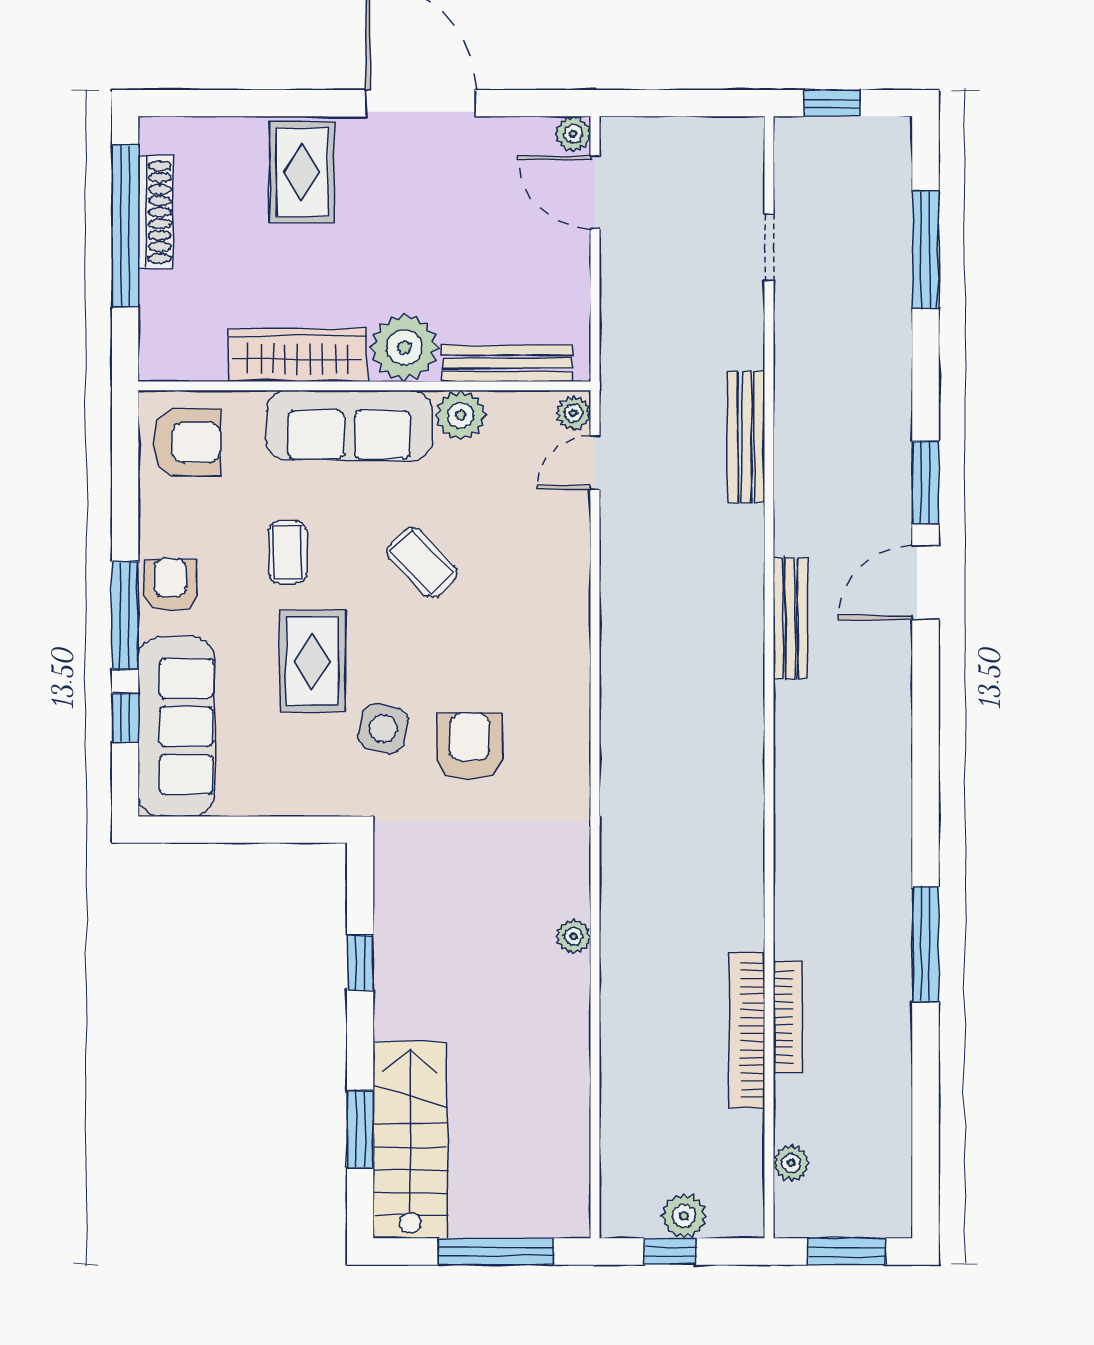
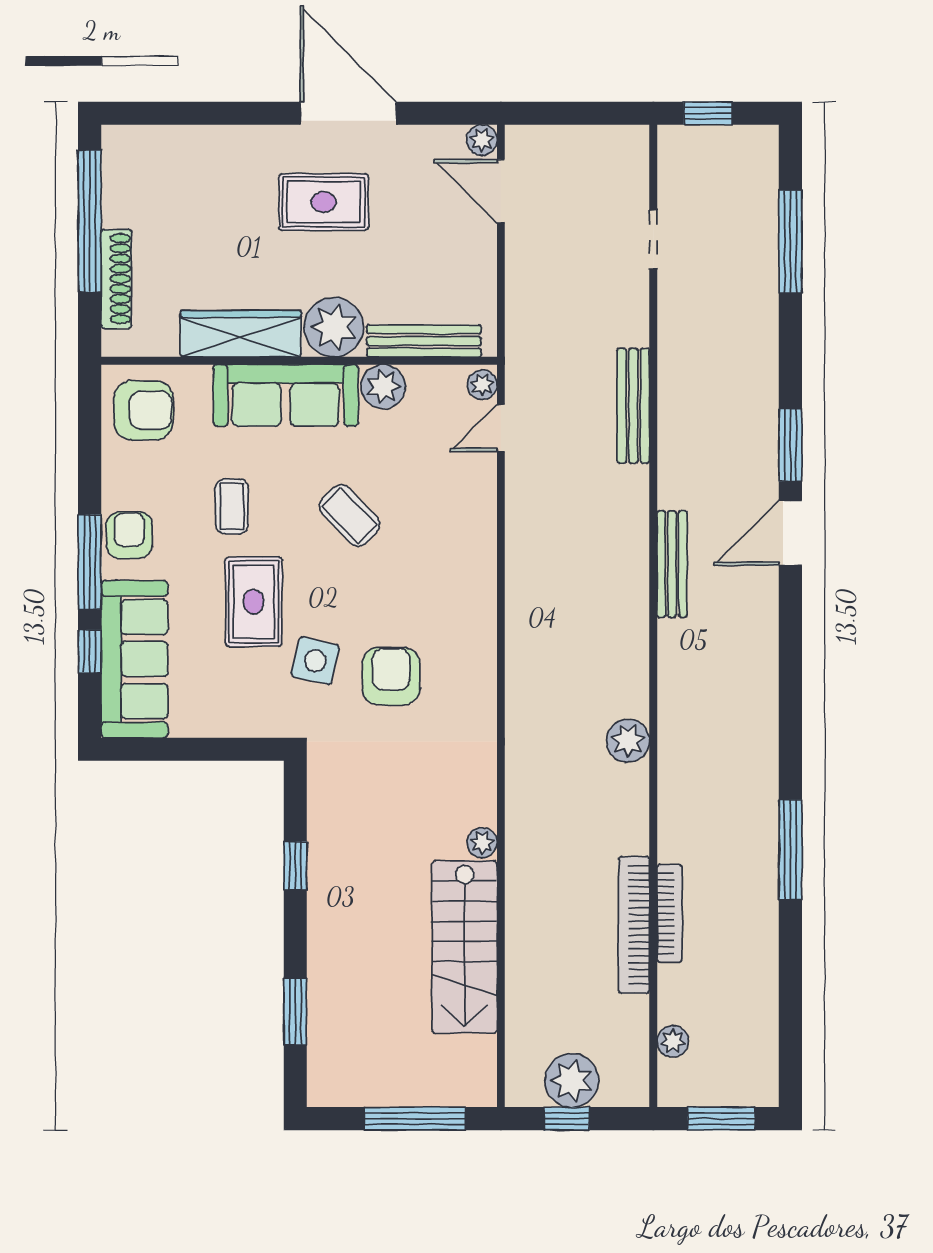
rug: (302, 172) -> (324, 202), moved, turned 90
shoe rack: (156, 212) -> (116, 279), moved
plant: (740, 820) -> (628, 741), added
stairs: (410, 1140) -> (465, 947), moved, turned 180
plant: (684, 1216) -> (572, 1080), width x1.36, depth x1.36

